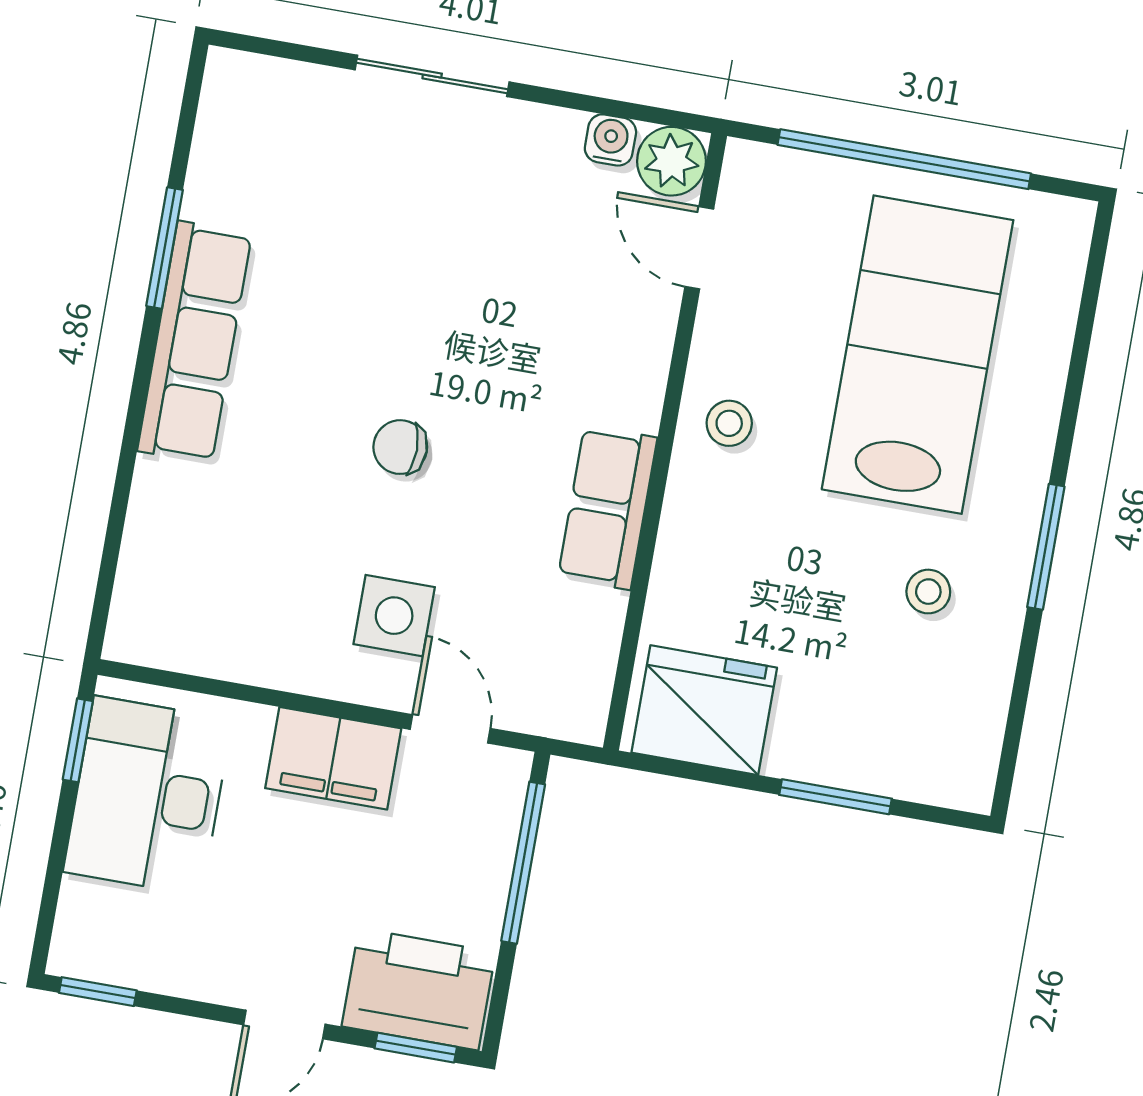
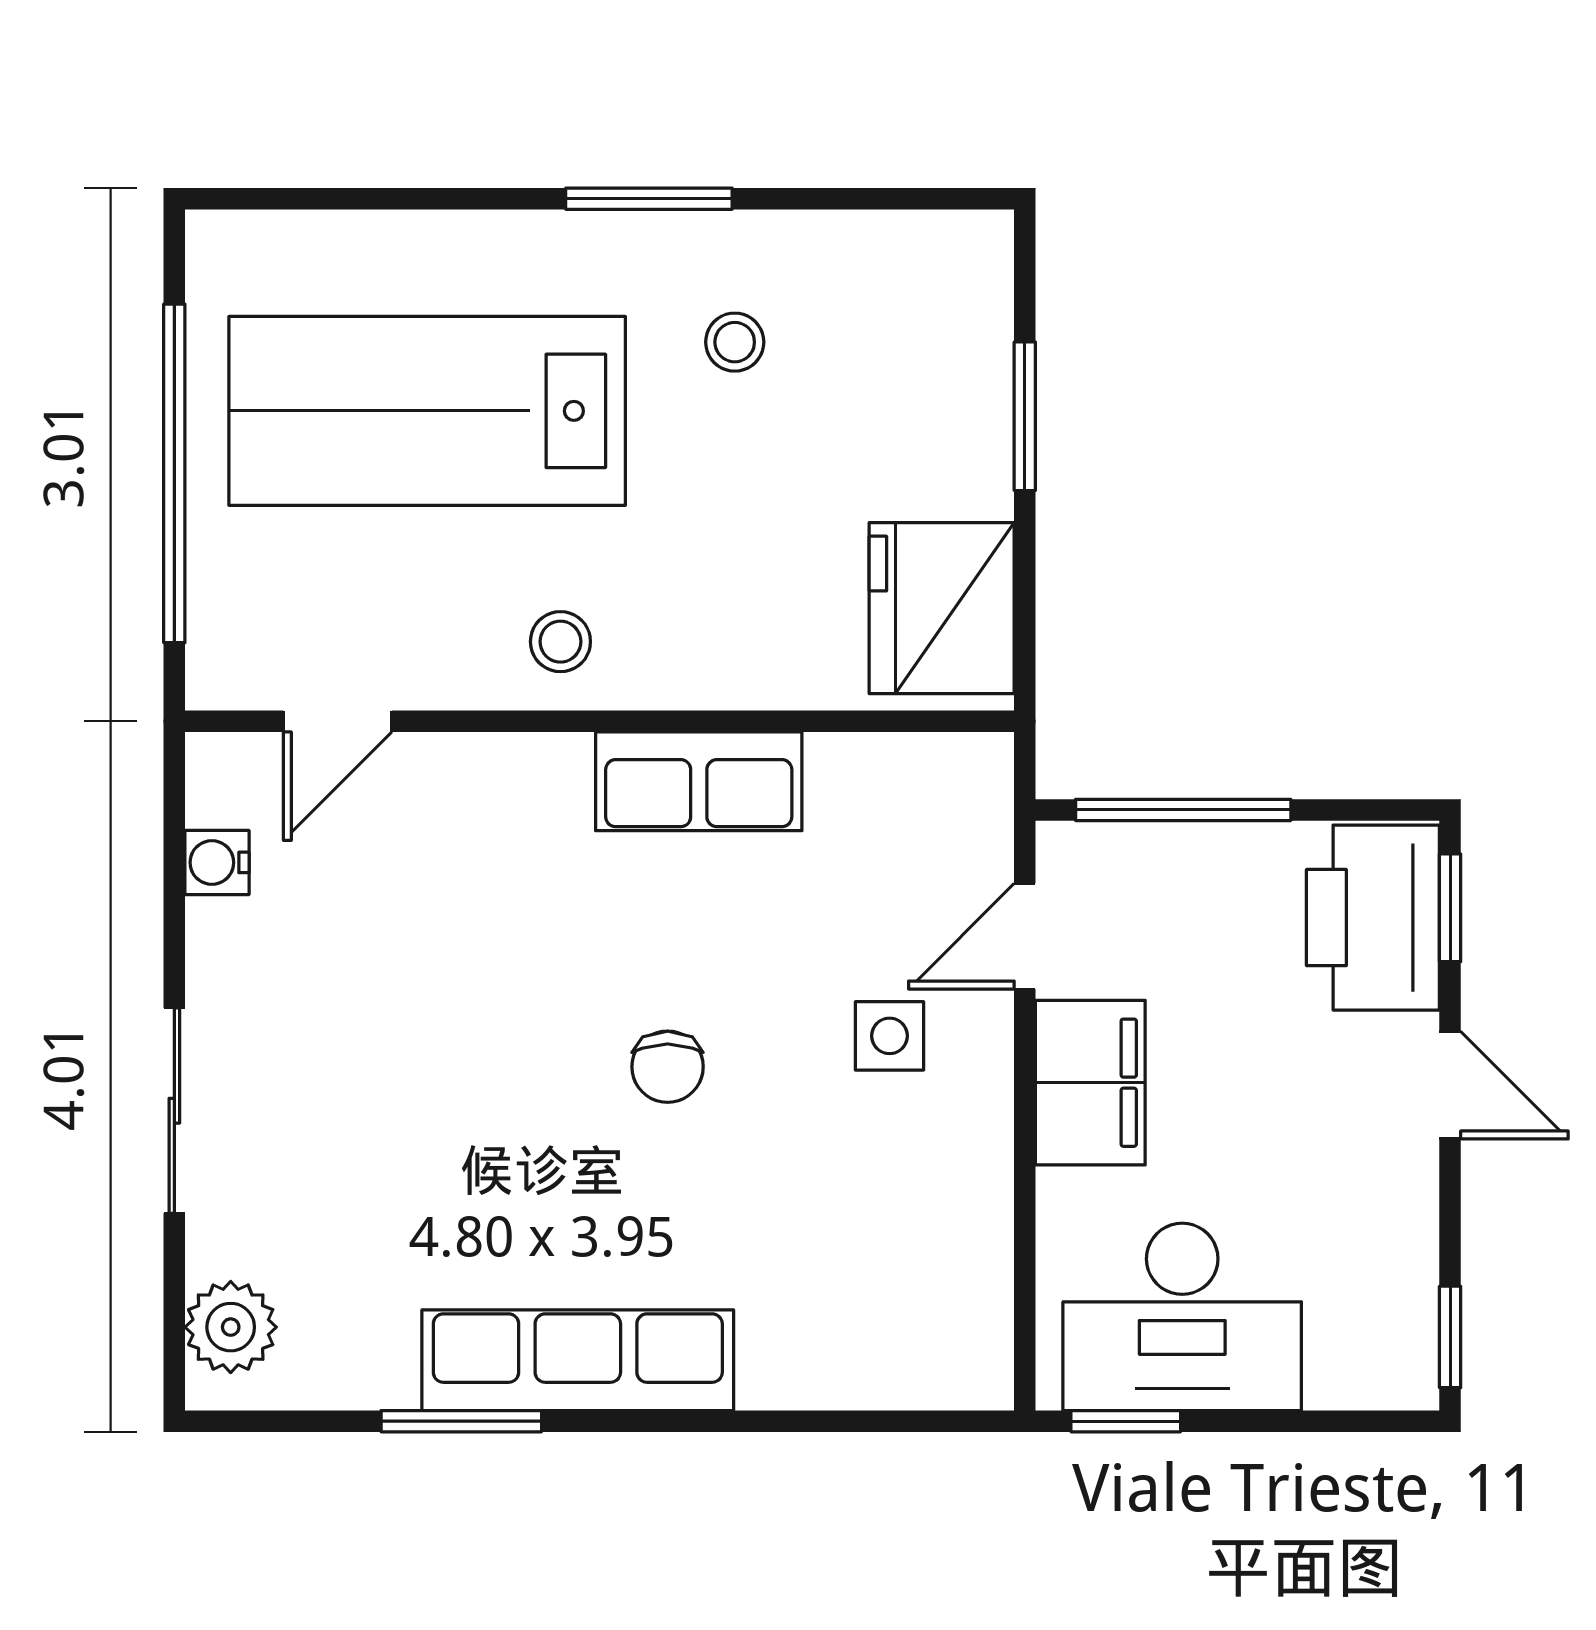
plant: (671, 161) -> (231, 1327), moved
side table: (394, 616) -> (890, 1036), width x0.73, depth x0.73

